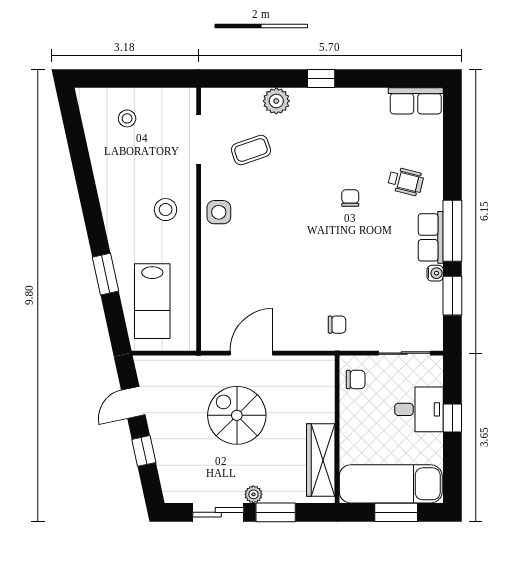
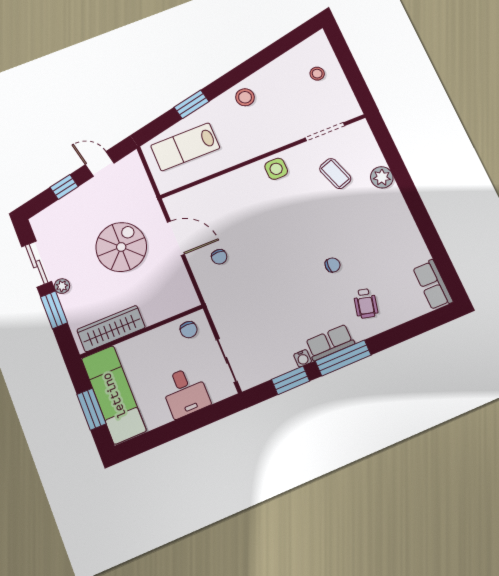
window: (321, 79) -> (415, 204), removed
stool: (166, 210) -> (245, 97), moved
chair: (337, 325) -> (219, 257), moved
window: (452, 418) -> (189, 423), removed

